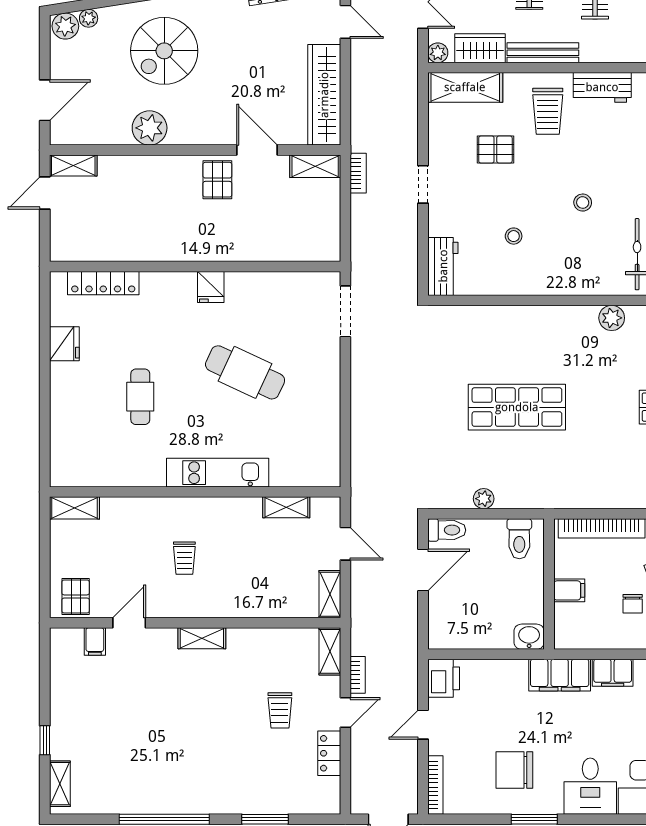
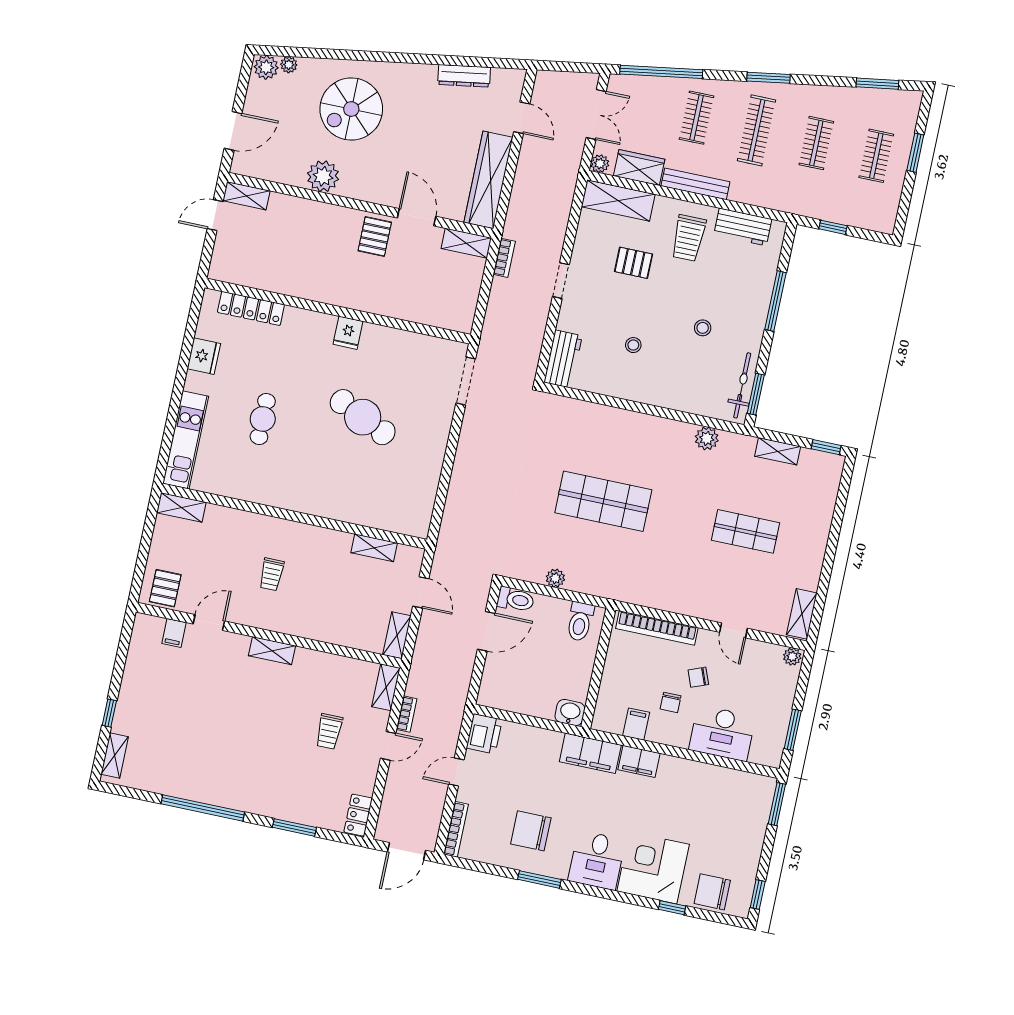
kitchen unit: (218, 473) -> (186, 440), moved, turned 90
filing cabinet: (569, 590) -> (636, 724), moved, turned -90
locker: (329, 753) -> (358, 815), moved

